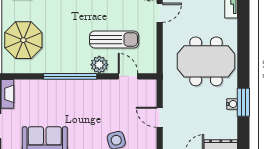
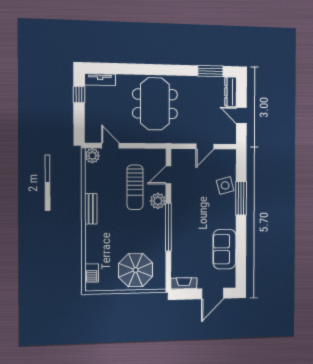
sun lounger: (114, 39) -> (135, 187), turned 180
window: (243, 102) -> (210, 71), moved
water cooler: (232, 104) -> (193, 81), removed

